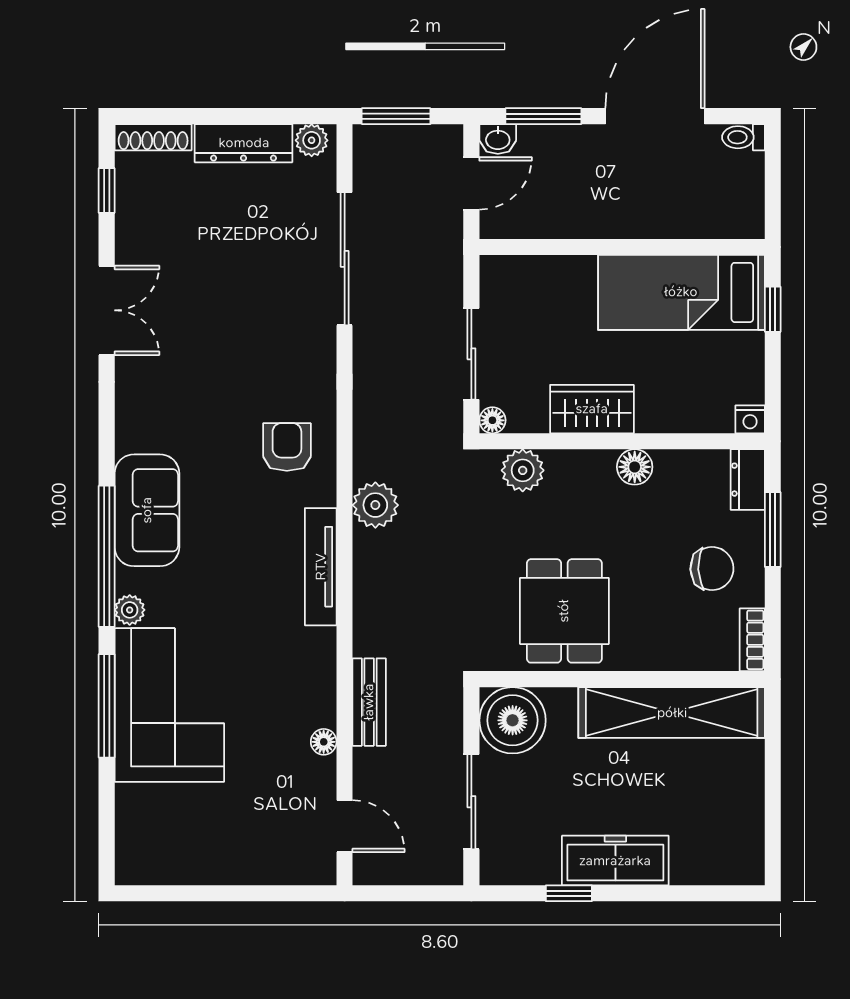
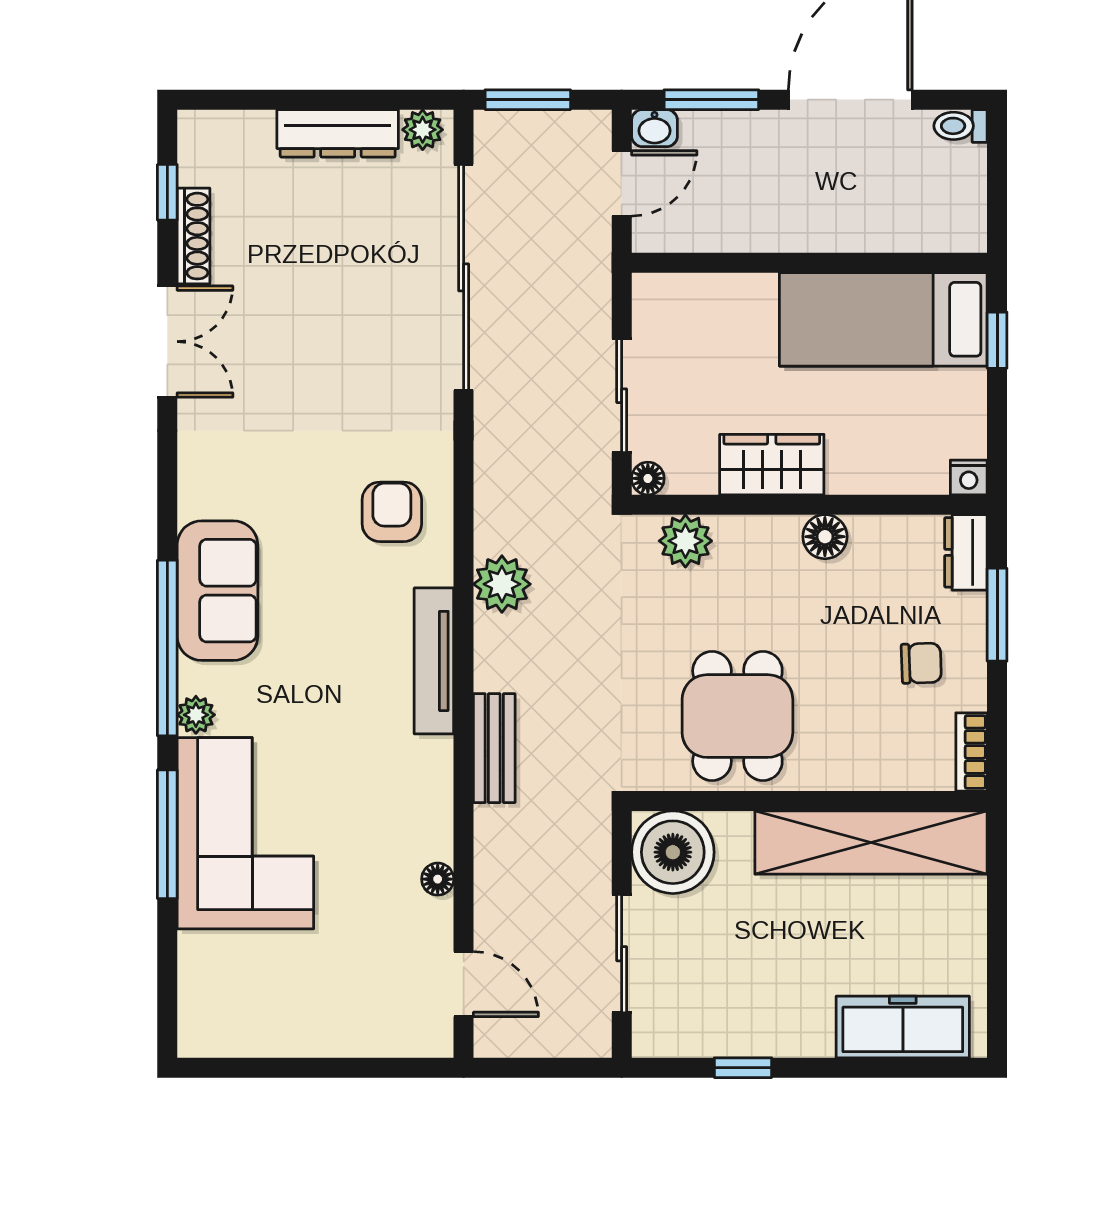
shoe rack: (153, 137) -> (193, 236), moved, turned -90
sliding door: (345, 259) -> (464, 277), width x1.36
chair: (712, 569) -> (921, 663), width x0.73, depth x0.73
bench: (369, 702) -> (494, 748), moved
freezer: (615, 861) -> (903, 1027), moved

